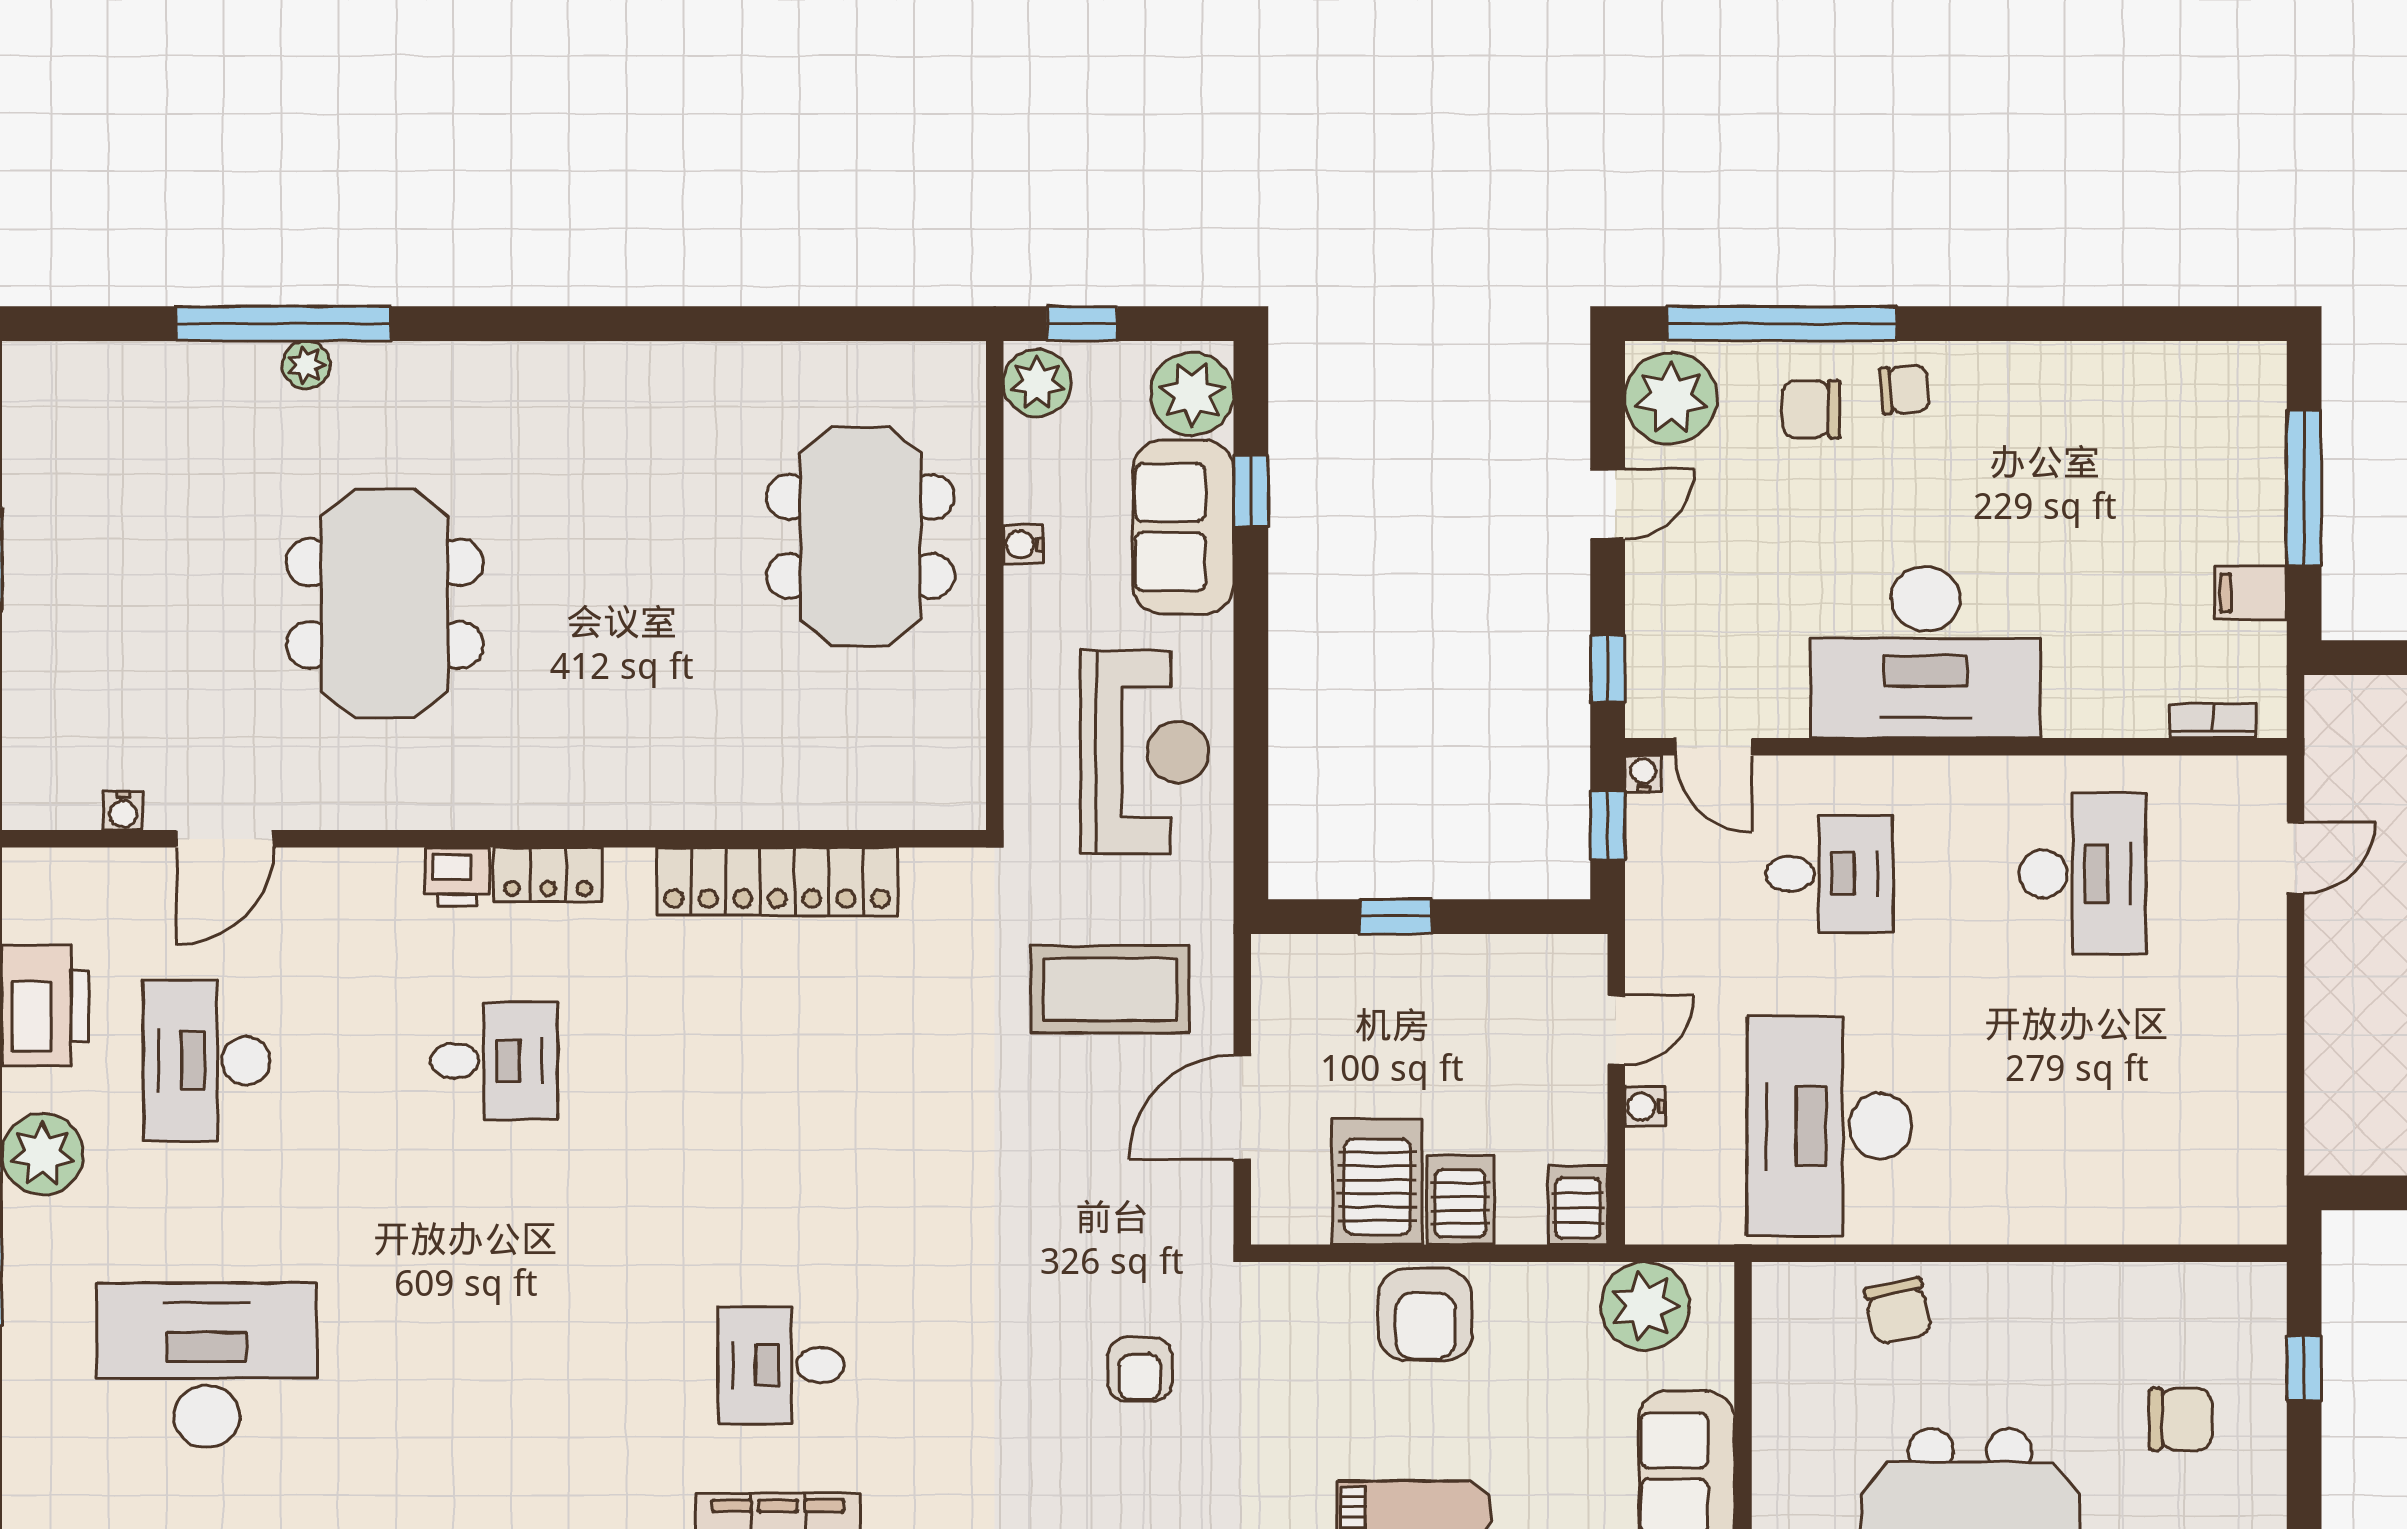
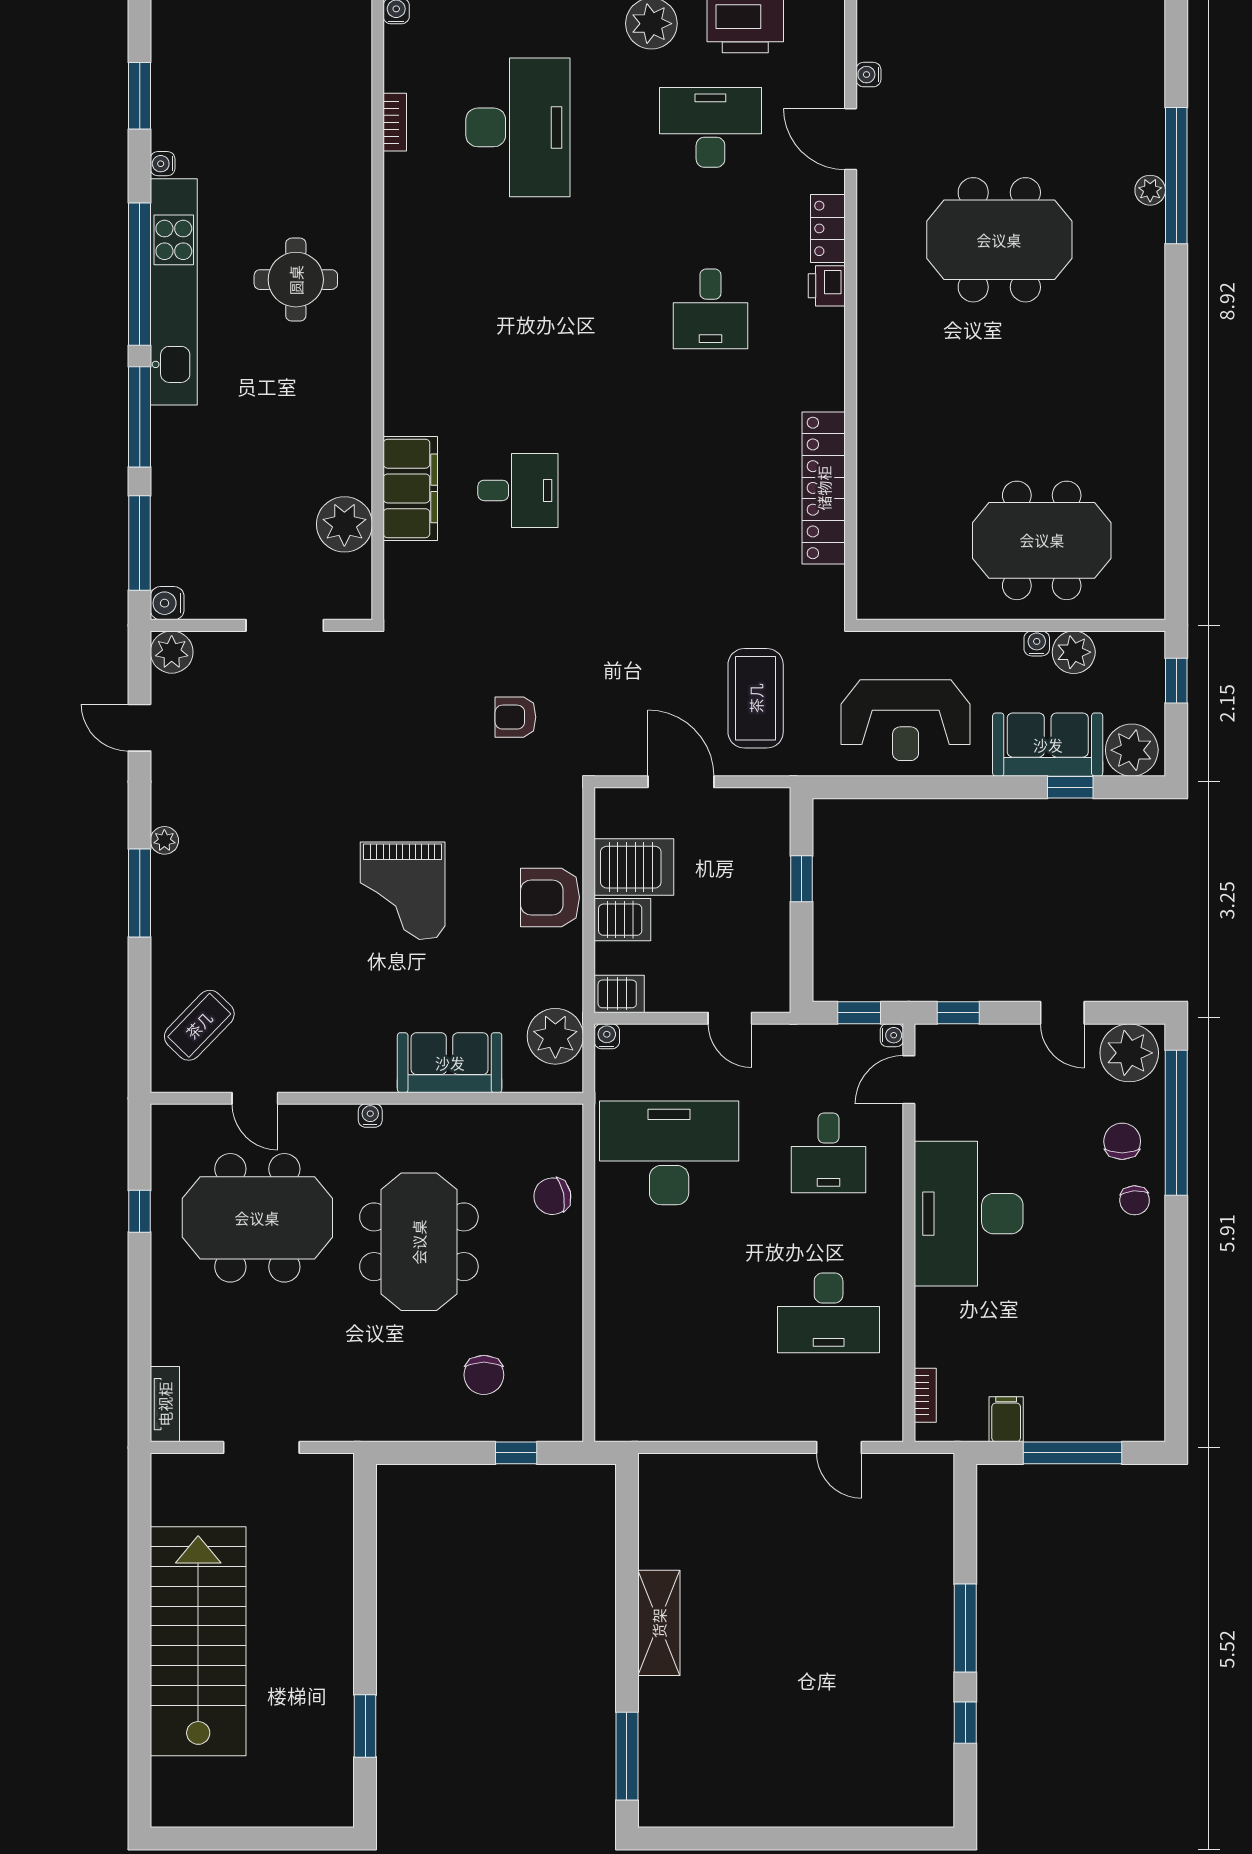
plant: (1037, 383) -> (1074, 652), moved
locker: (548, 875) -> (828, 228), moved
water cooler: (1645, 1106) -> (607, 1036), moved
desk: (781, 1365) -> (518, 490), turned 90

